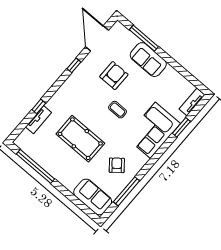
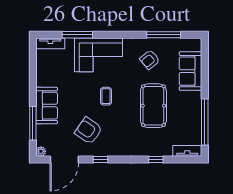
plant: (118, 26) -> (41, 151), added
armchair: (114, 76) -> (89, 131), moved, turned 35
tv unit: (38, 120) -> (187, 151), moved
window: (181, 127) -> (77, 35), width x1.44
sofa: (93, 197) -> (190, 71), moved

